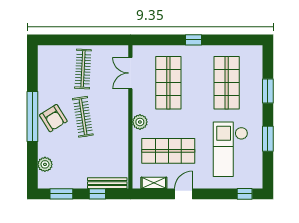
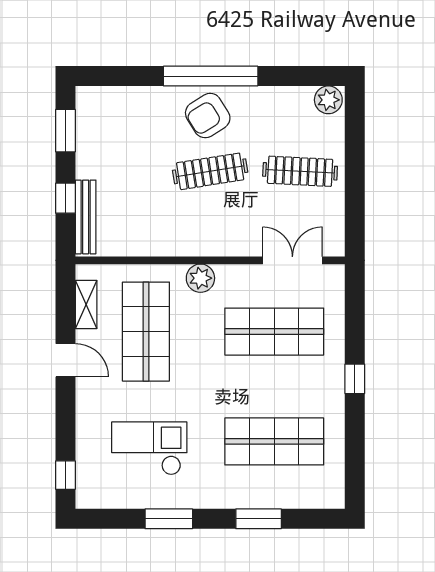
checkout: (230, 149) -> (149, 448), width x0.73, depth x0.83
plant: (45, 164) -> (328, 100), moved

